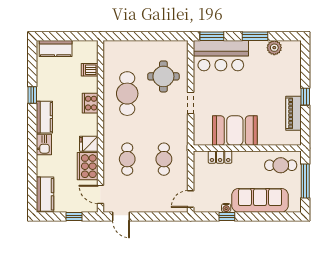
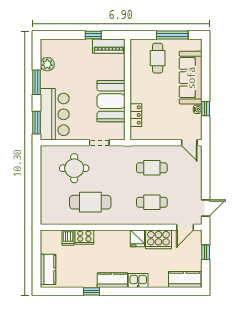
cooker: (90, 103) -> (84, 237), moved
booth: (235, 131) -> (111, 101), moved
wall: (247, 148) -> (127, 90), moved
locker: (220, 157) -> (136, 115), moved

